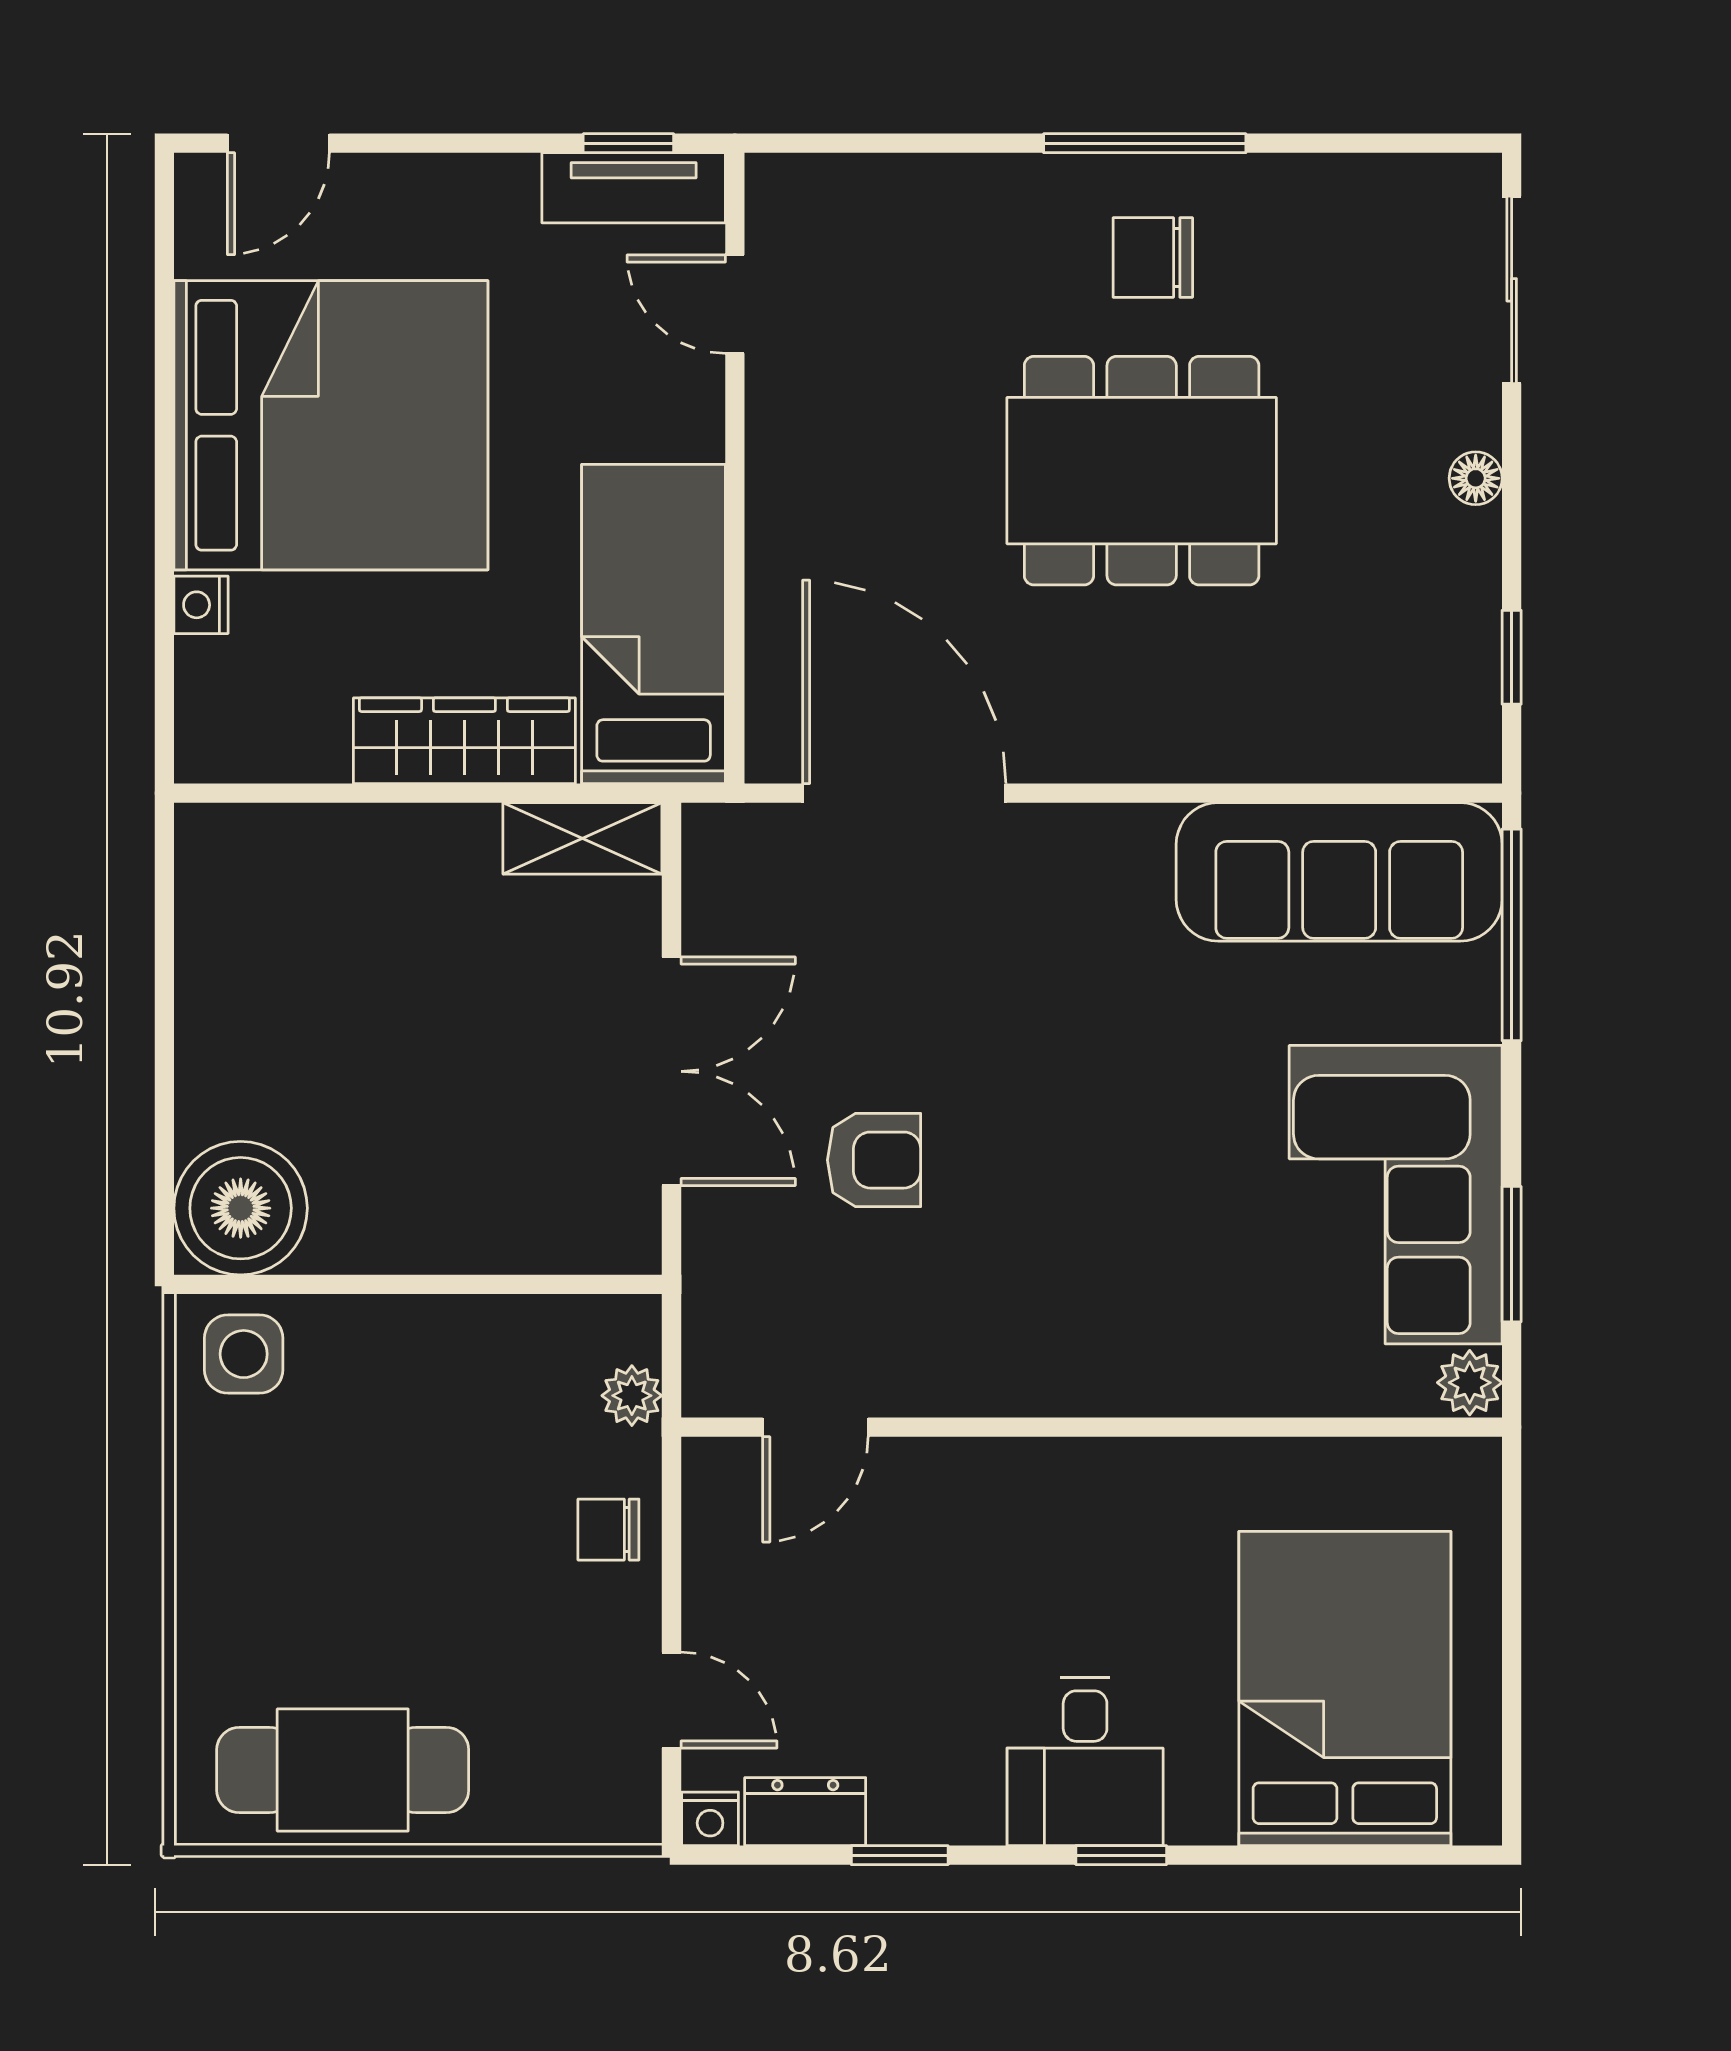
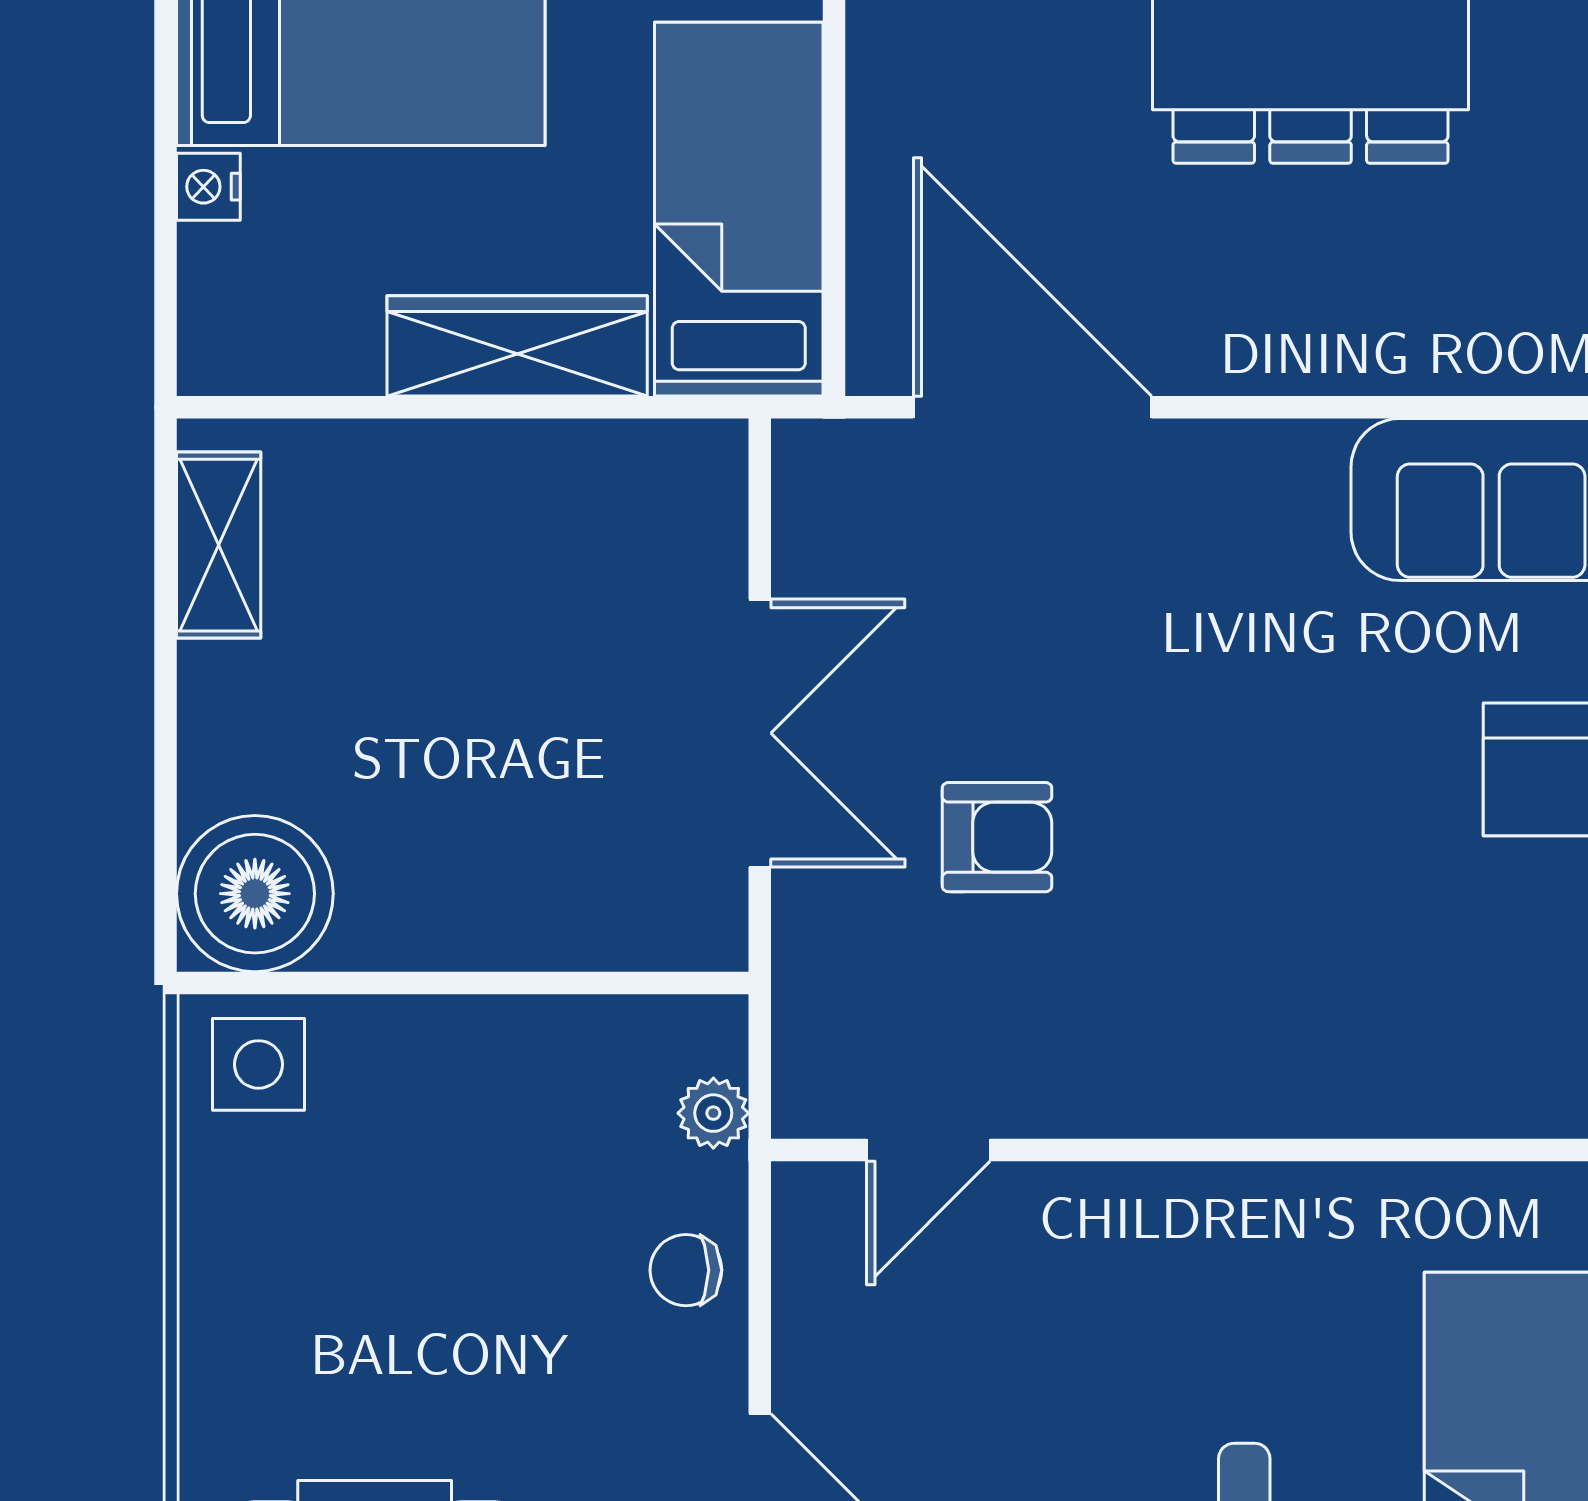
shelving: (582, 838) -> (219, 545), moved, turned 90

